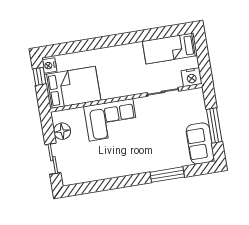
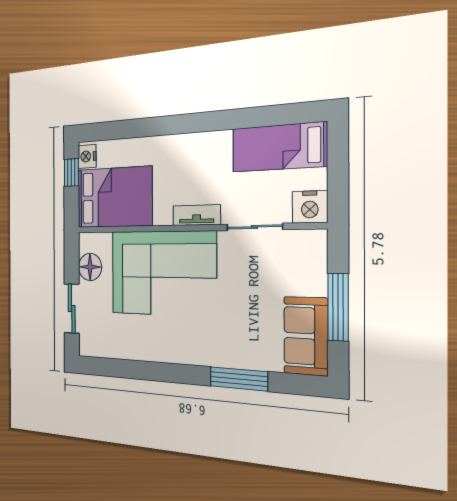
tv unit: (128, 90) -> (197, 215), added
corner sofa: (111, 120) -> (163, 273), width x1.36, depth x1.36

